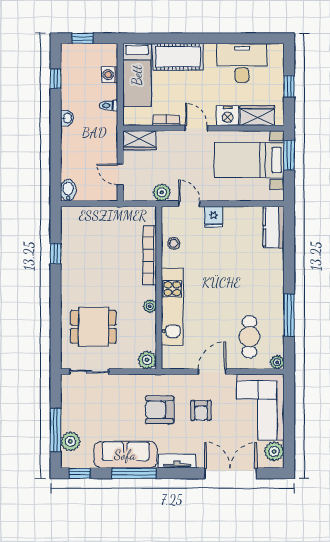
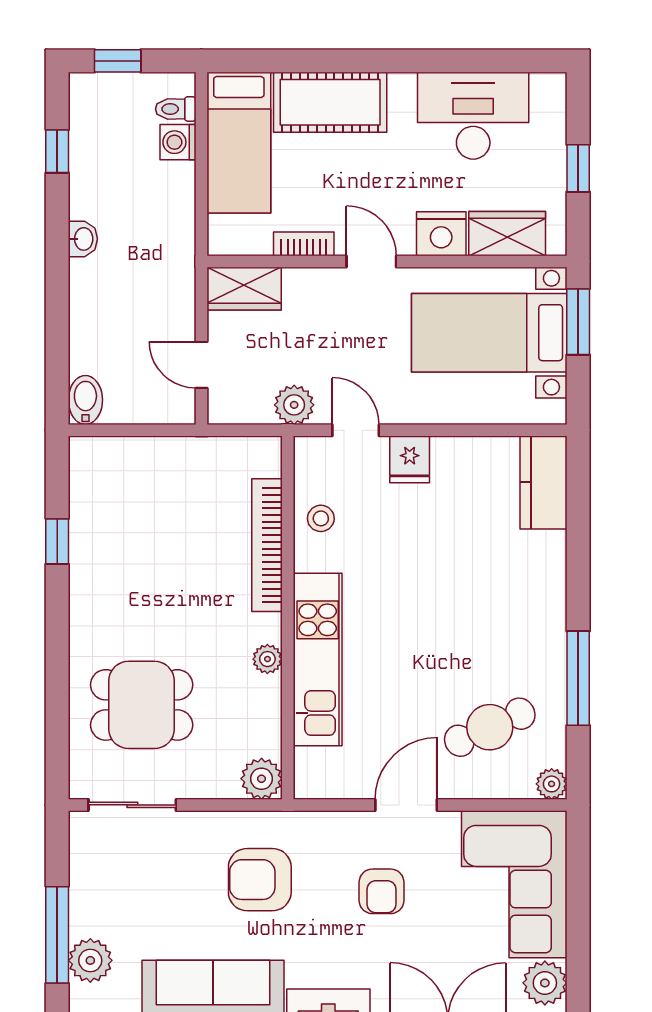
toilet: (109, 106) -> (176, 109), moved
cafe table: (249, 337) -> (490, 727), turned 66
armchair: (160, 410) -> (260, 880), moved

